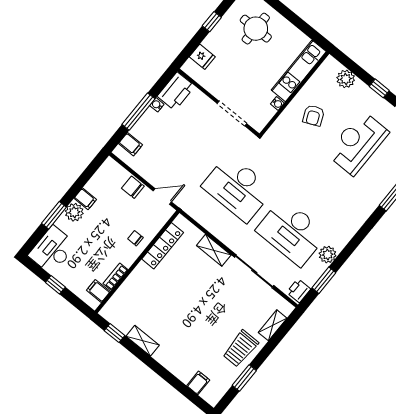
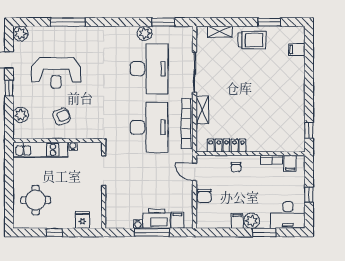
printer: (176, 91) -> (157, 219), moved
bookcase: (212, 226) -> (187, 124), added
printer: (299, 291) -> (183, 33), removed
shelving: (143, 341) -> (299, 108), removed

